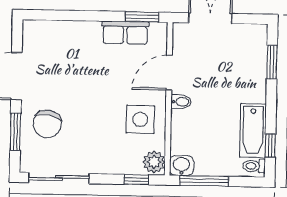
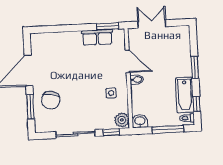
window: (272, 62) -> (195, 68), moved
door: (169, 73) -> (128, 61), swing flipped
side table: (140, 119) -> (111, 93), width x0.54, depth x0.54
sliding door: (59, 178) -> (75, 134), moved
window: (204, 181) -> (168, 129), moved

